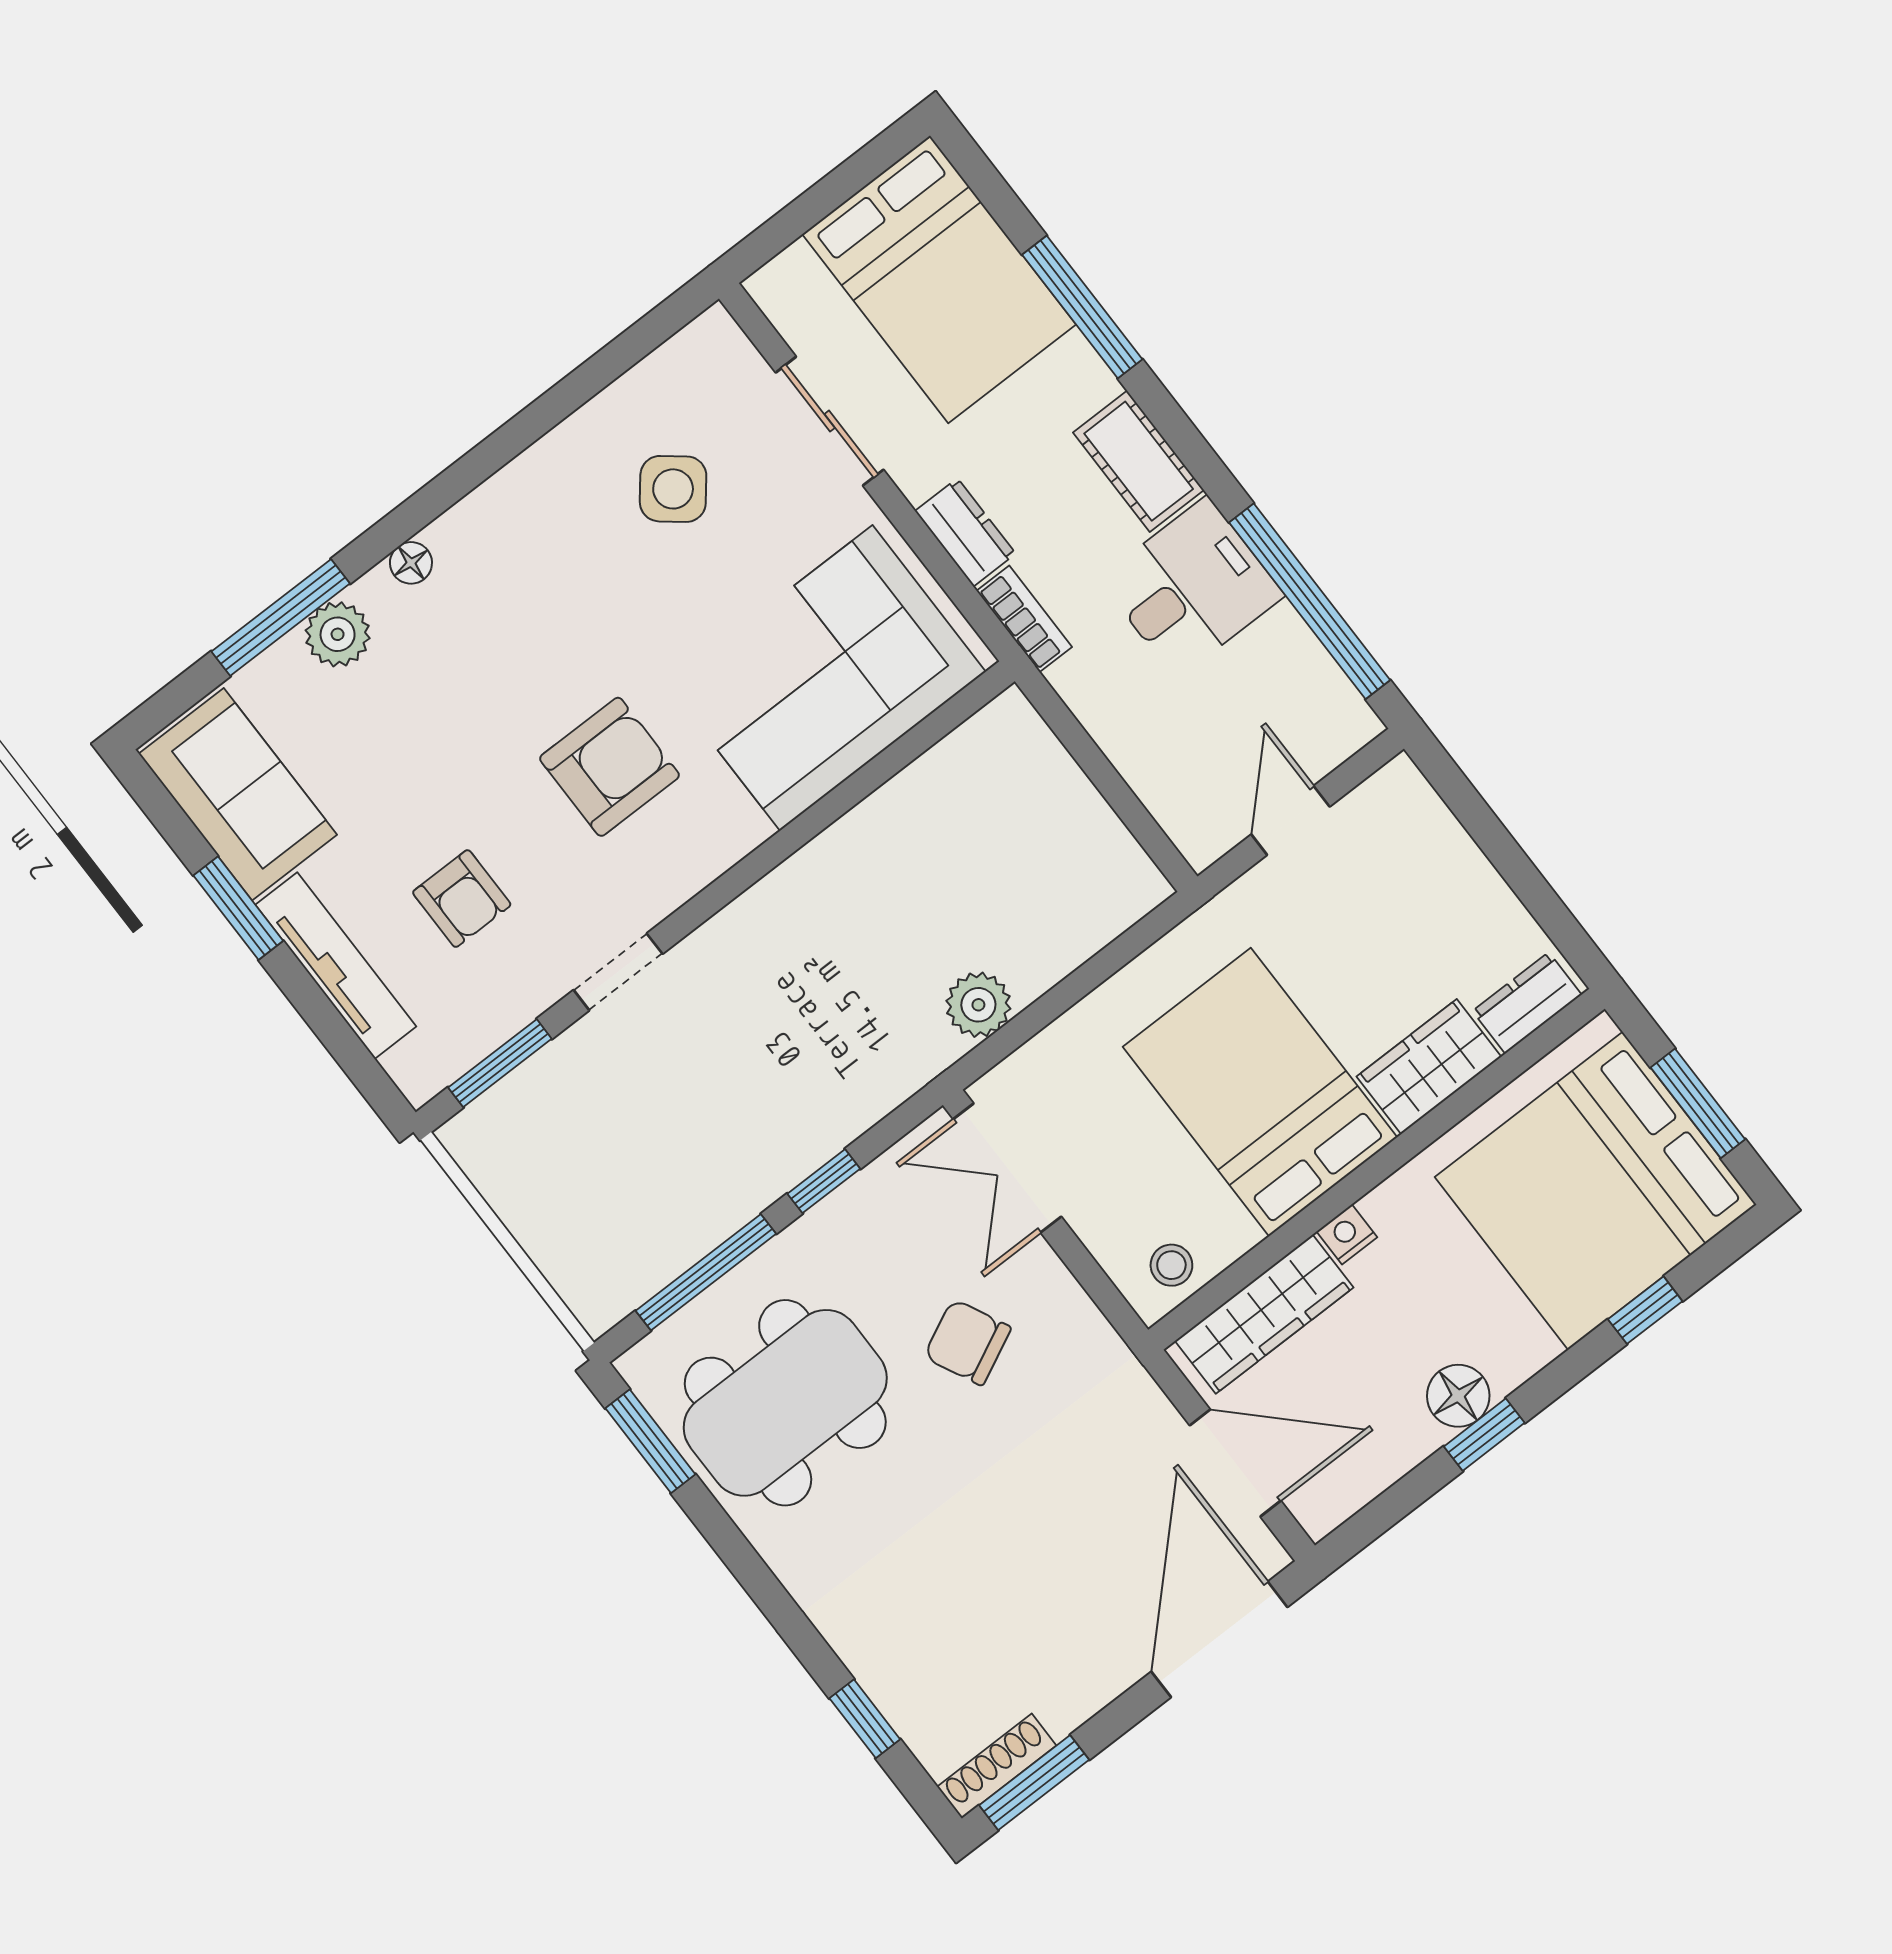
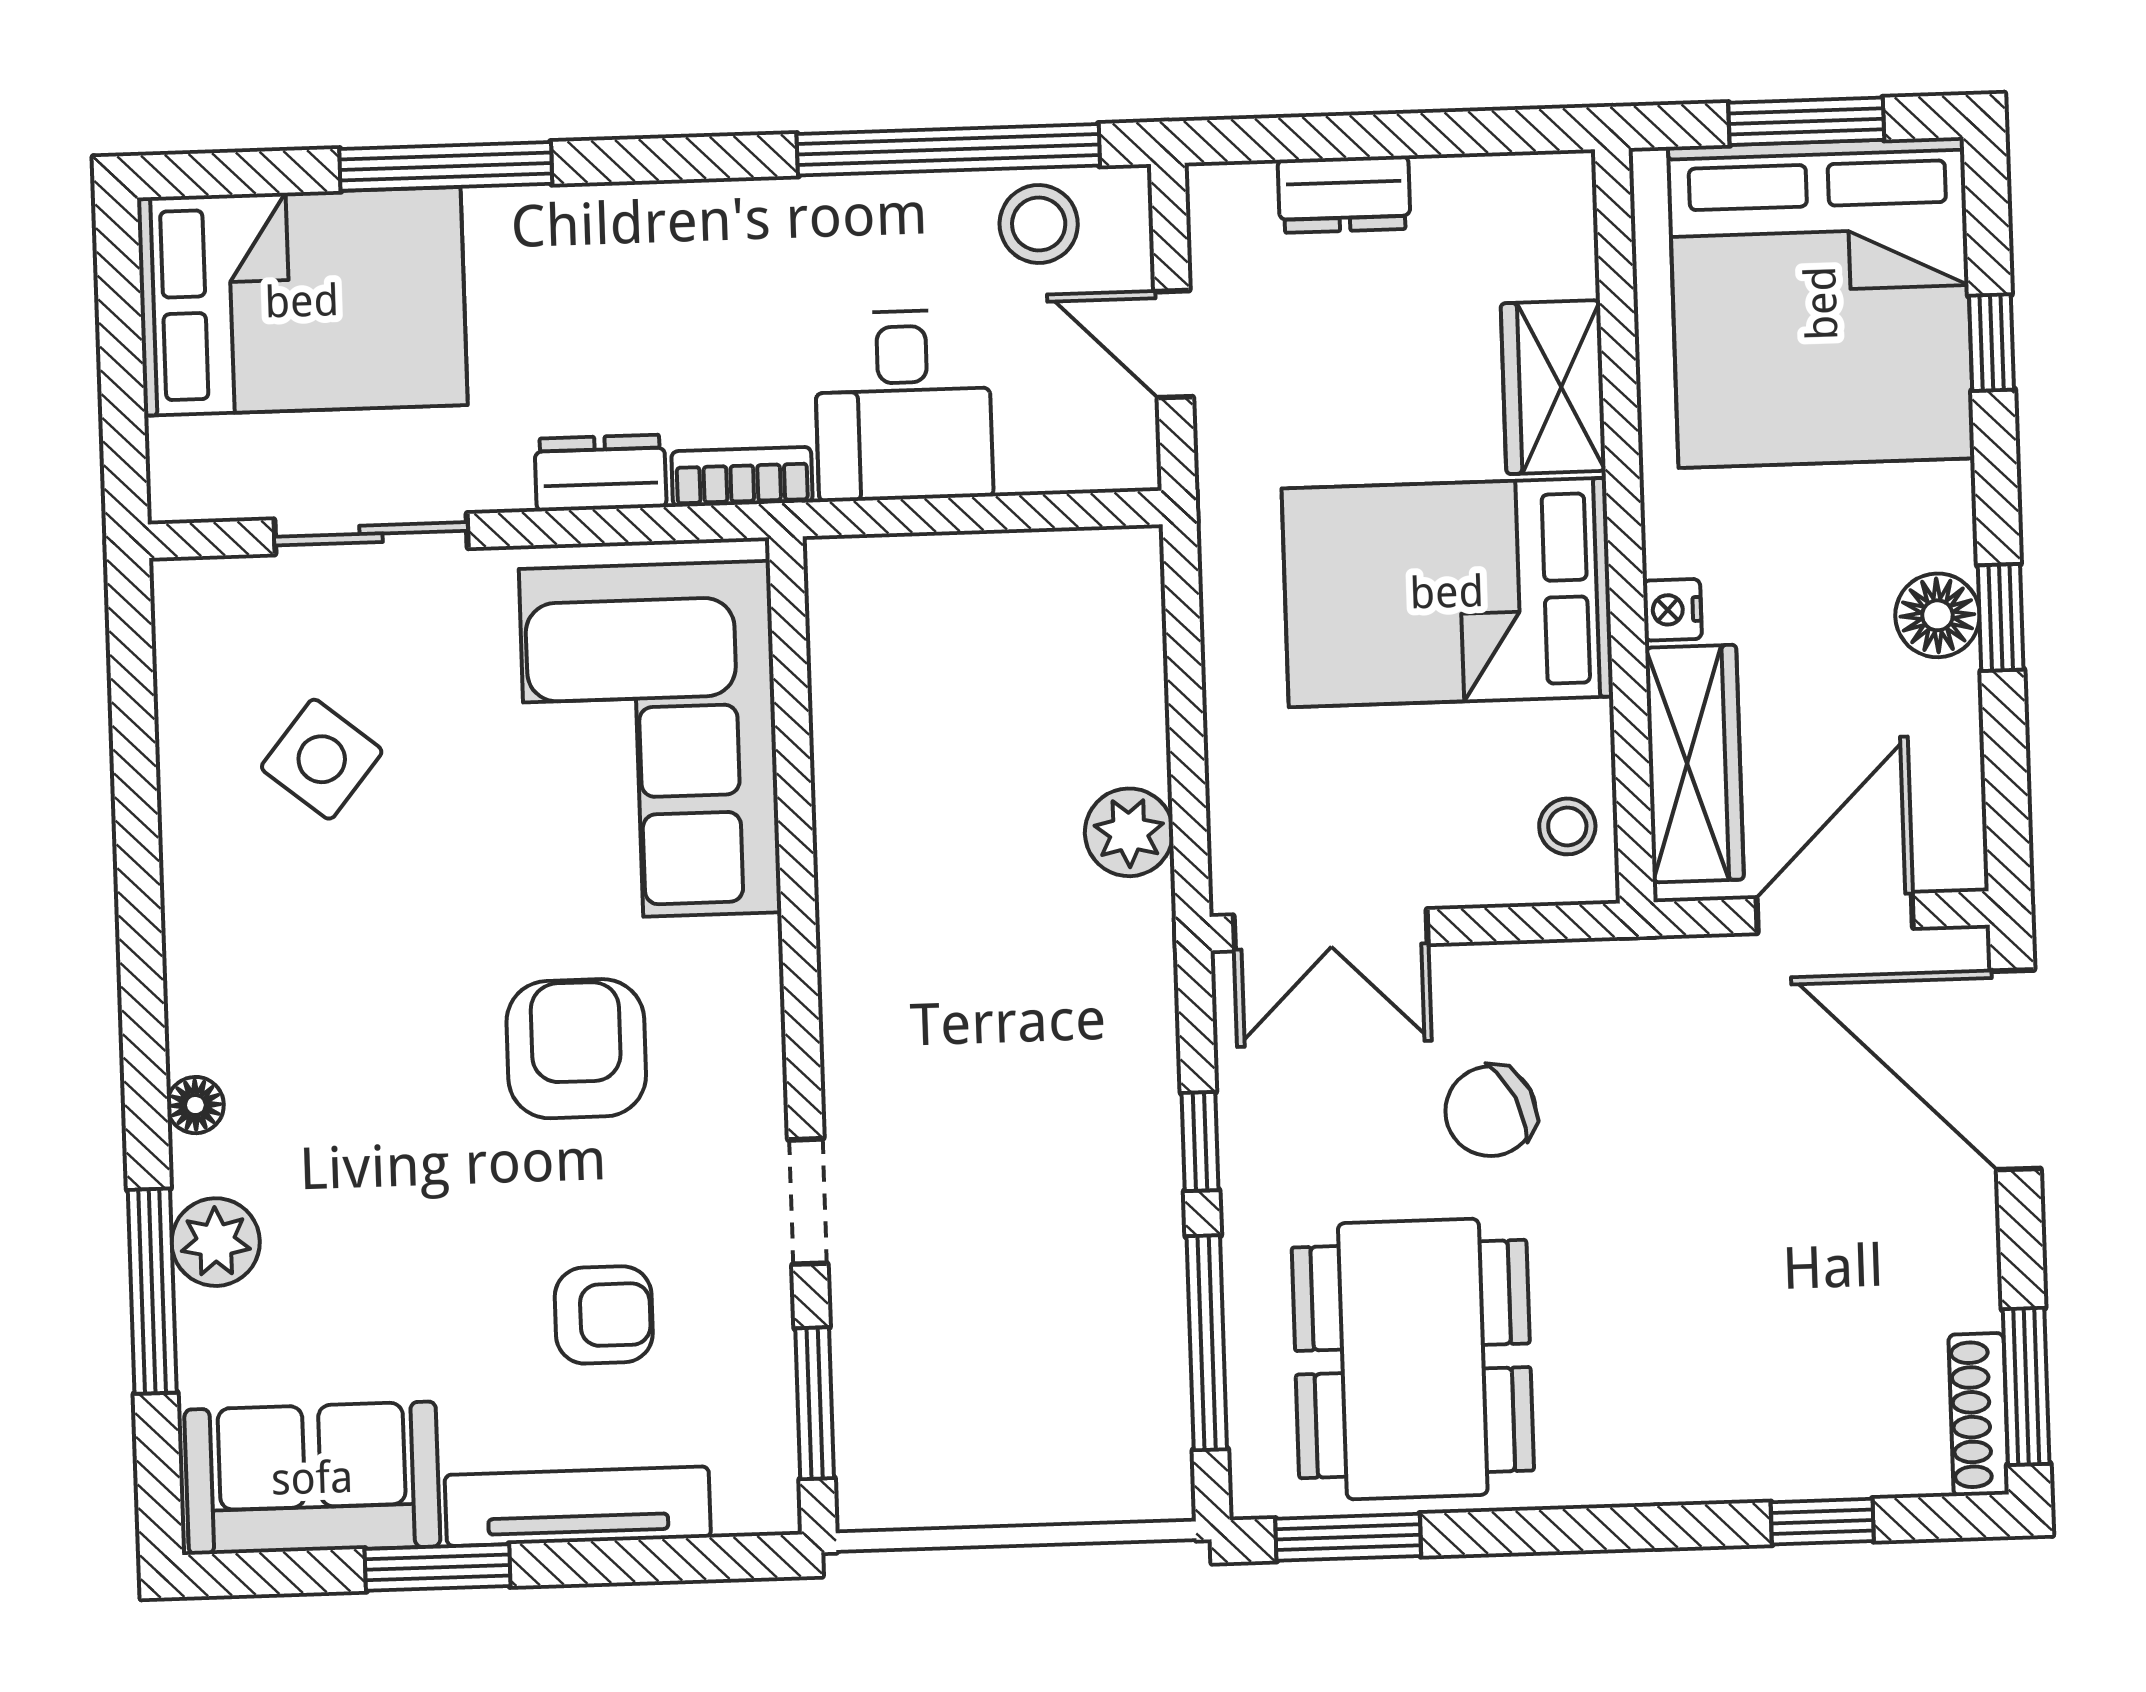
cot: (1139, 461) -> (659, 227), removed
desk: (1192, 587) -> (903, 405), moved, turned 180
stool: (1304, 687) -> (1039, 224), added
dresser: (1527, 1003) -> (1344, 194), moved, turned -90

